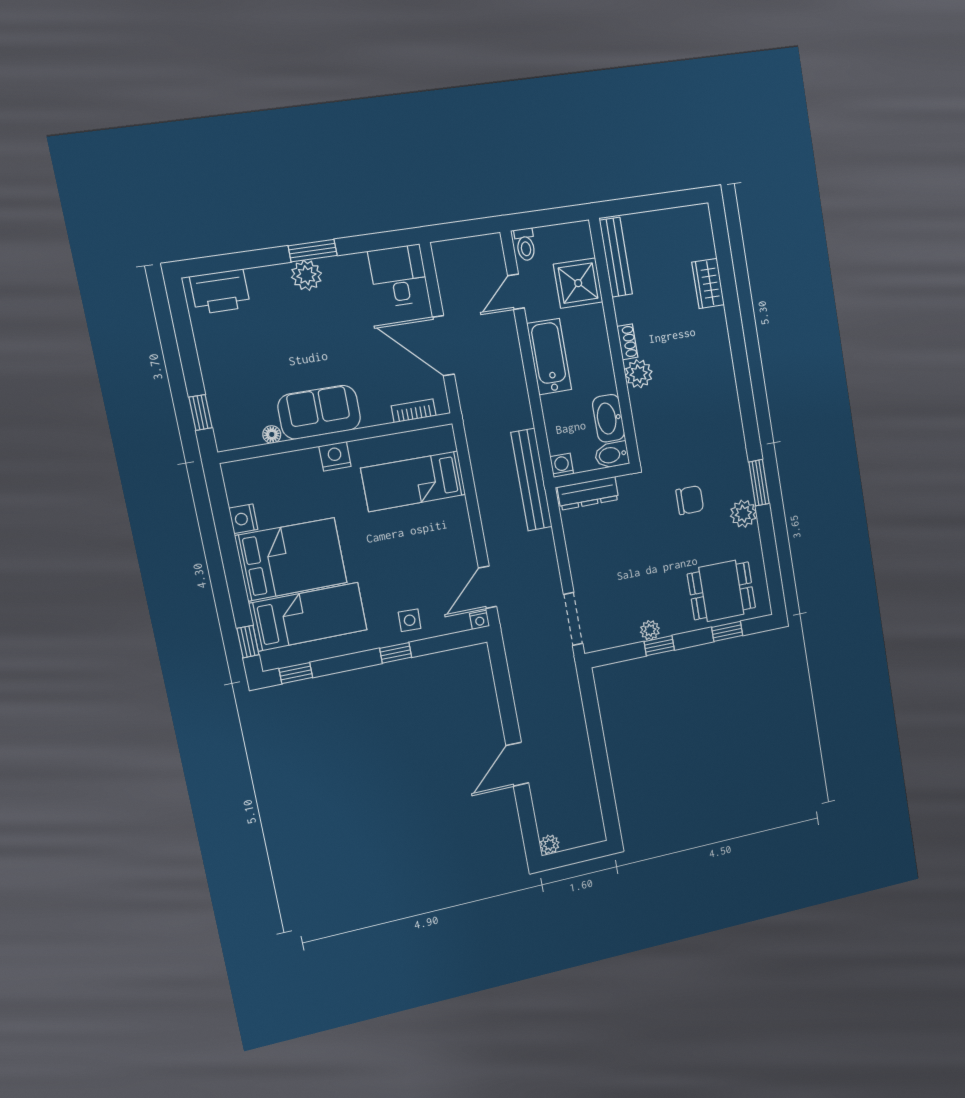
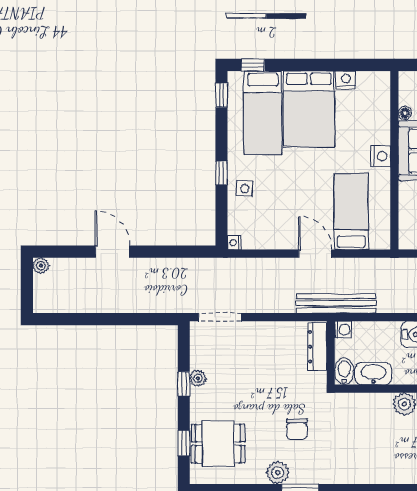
bookcase: (414, 411) -> (405, 222), removed
door: (488, 587) -> (315, 254), moved
dining table: (721, 591) -> (218, 444), turned 90

